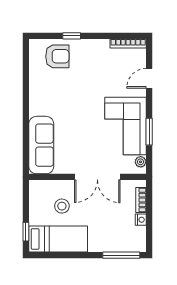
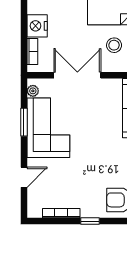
window: (72, 36) -> (90, 221), moved
bookcase: (128, 43) -> (61, 213), moved
nightstand: (141, 220) -> (37, 26), width x1.89, depth x1.79

